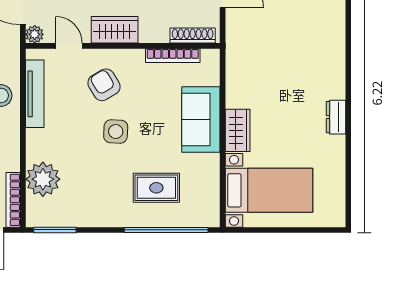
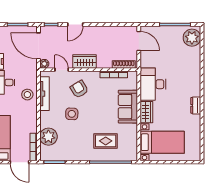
desk: (251, 75) -> (153, 84), added
side table: (116, 132) -> (72, 114), moved

